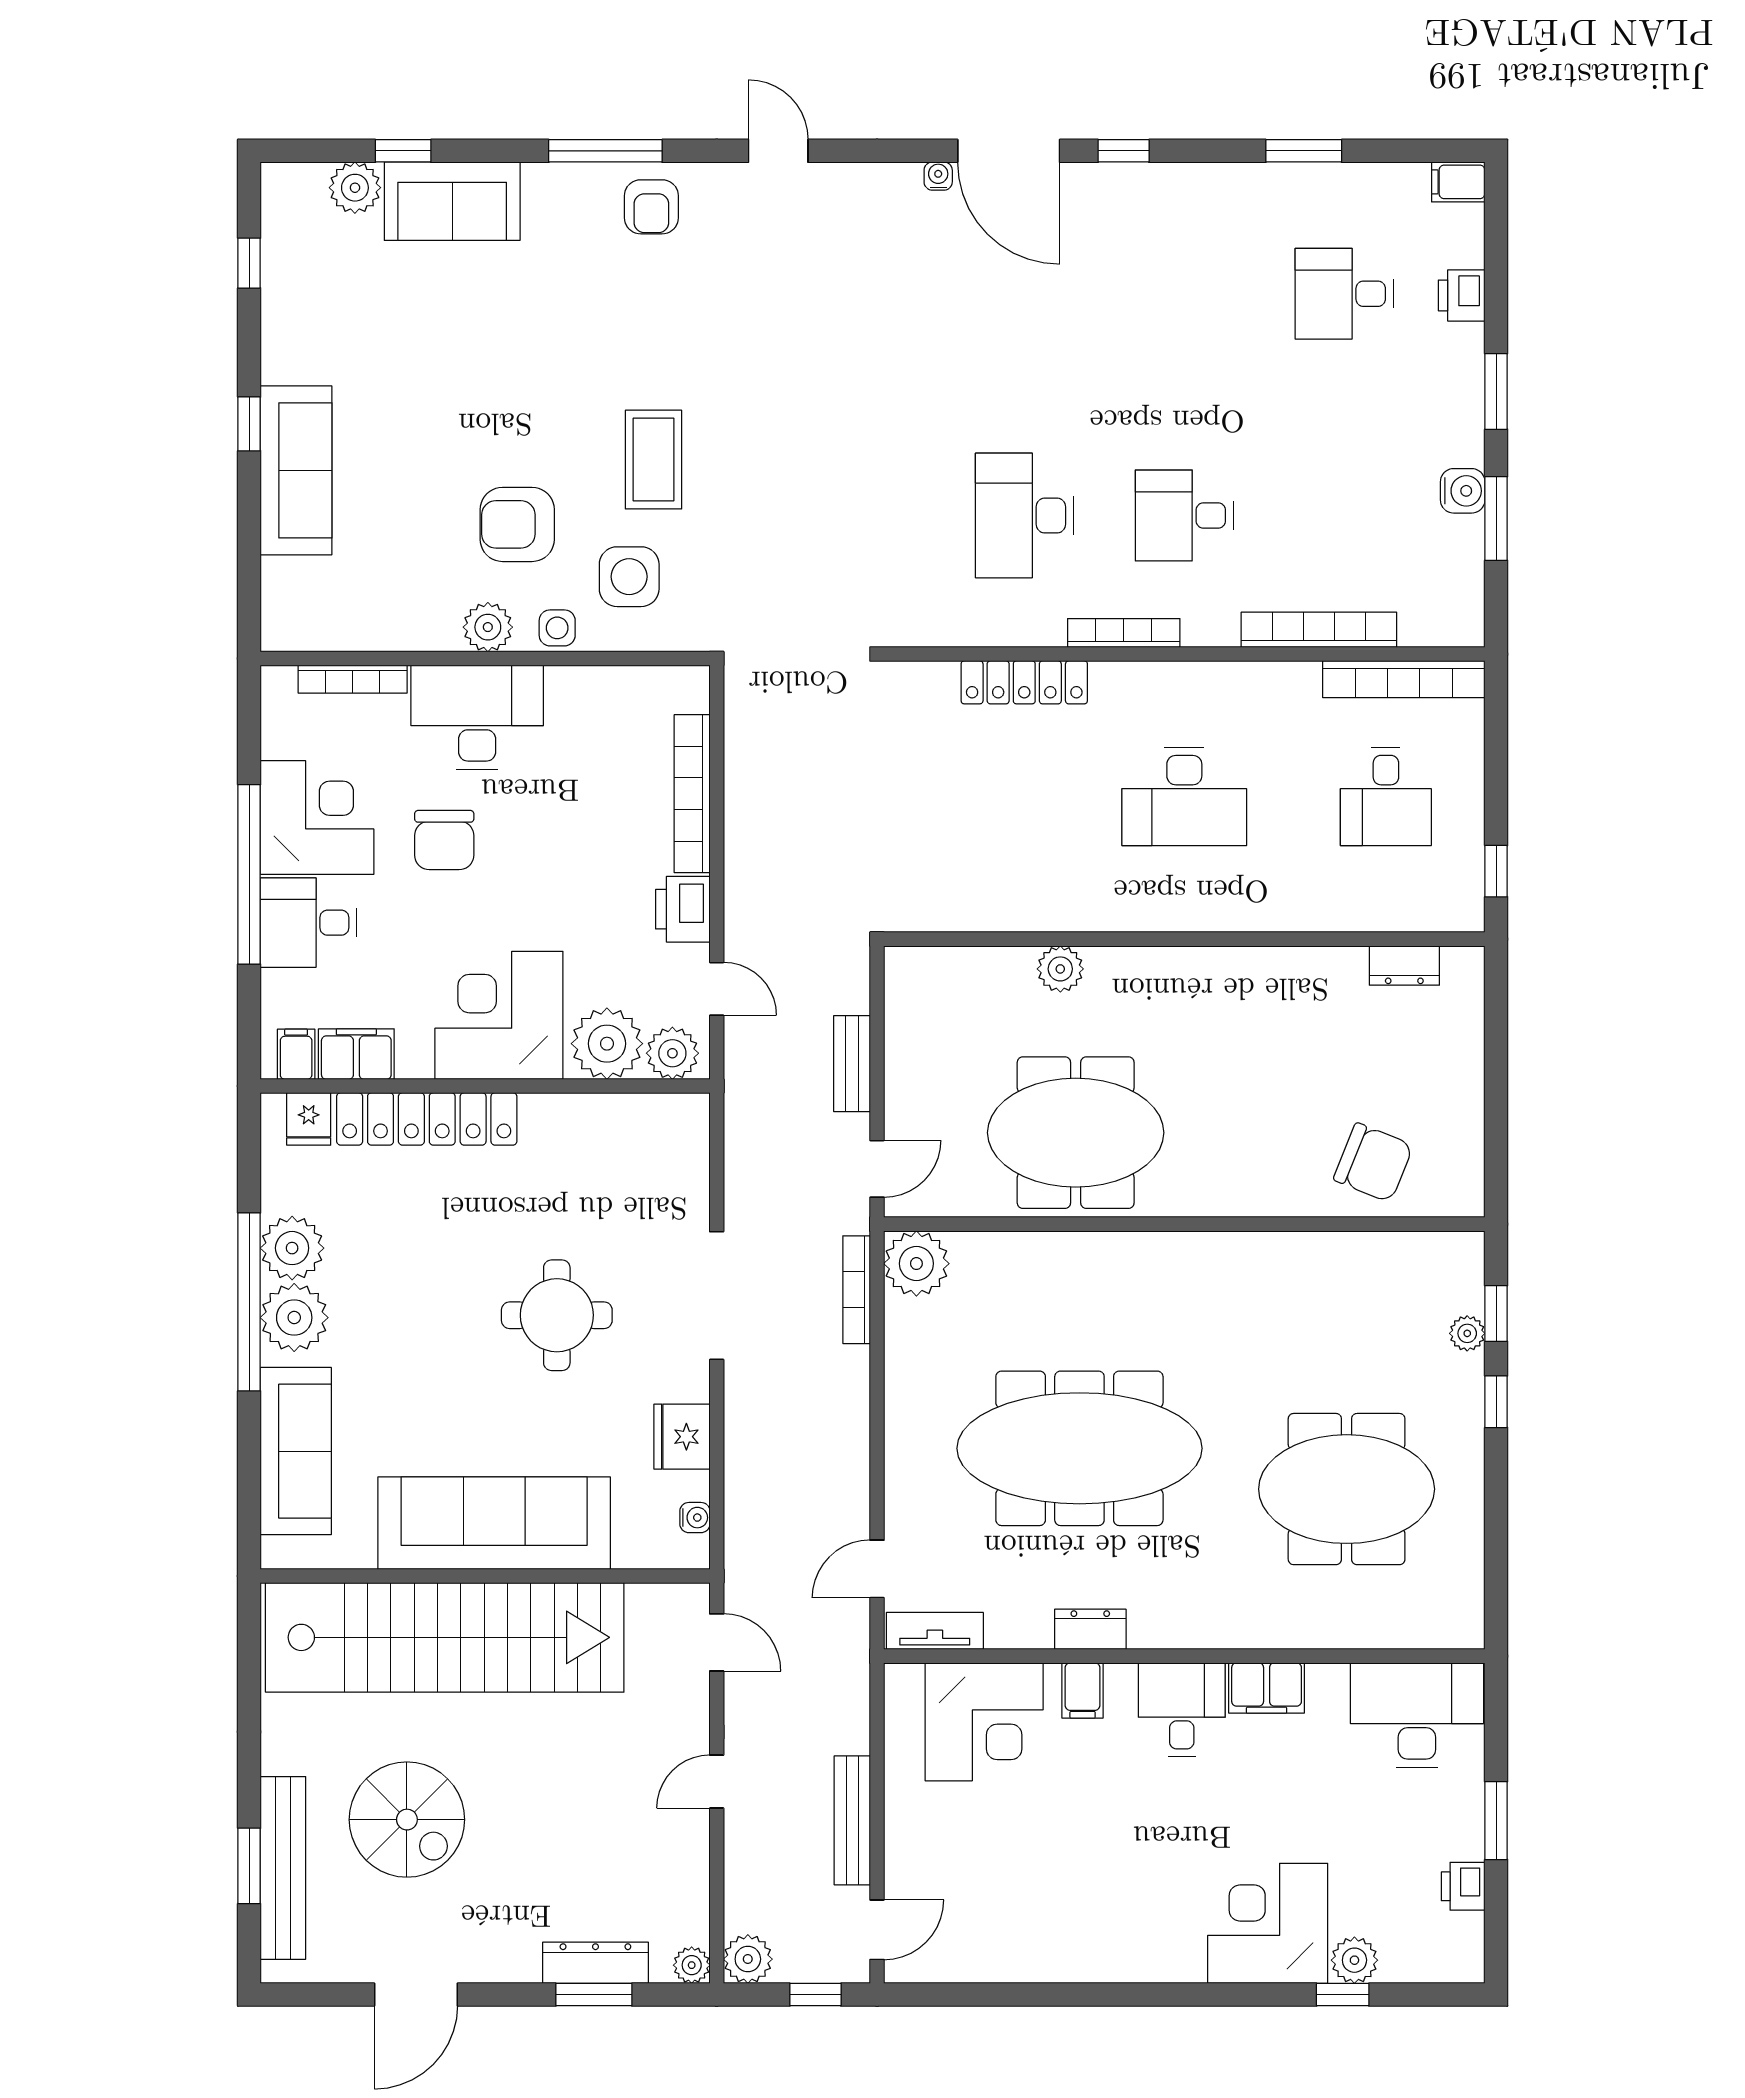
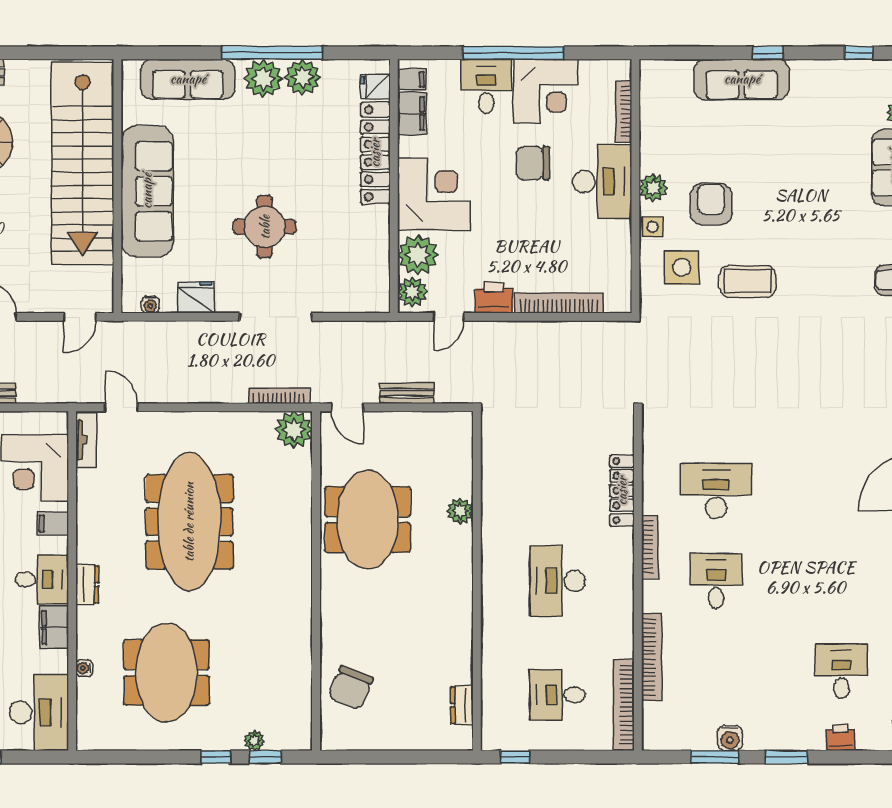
dresser: (1090, 1629) -> (87, 584), moved
water cooler: (1339, 1635) -> (84, 668), added

